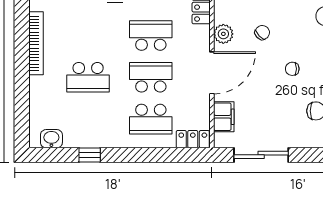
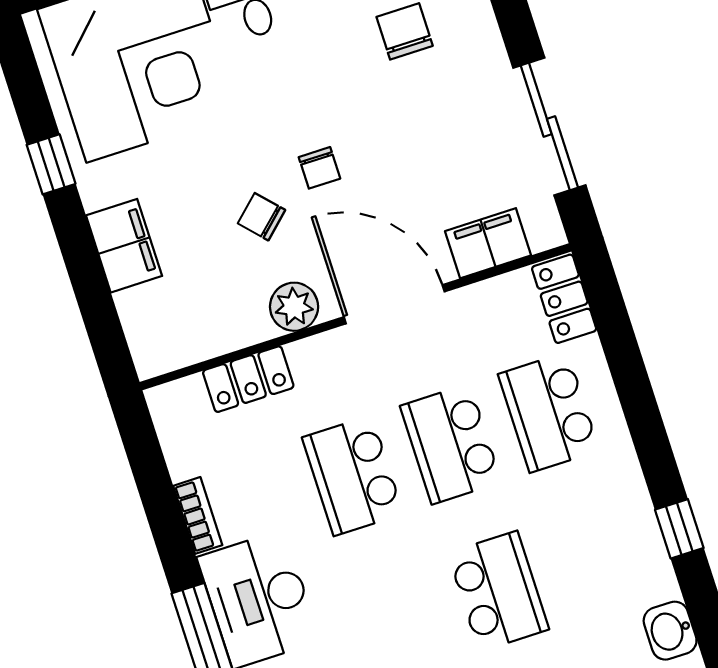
chair: (292, 69) -> (319, 168), moved
school desk: (151, 119) -> (549, 412), turned 180

